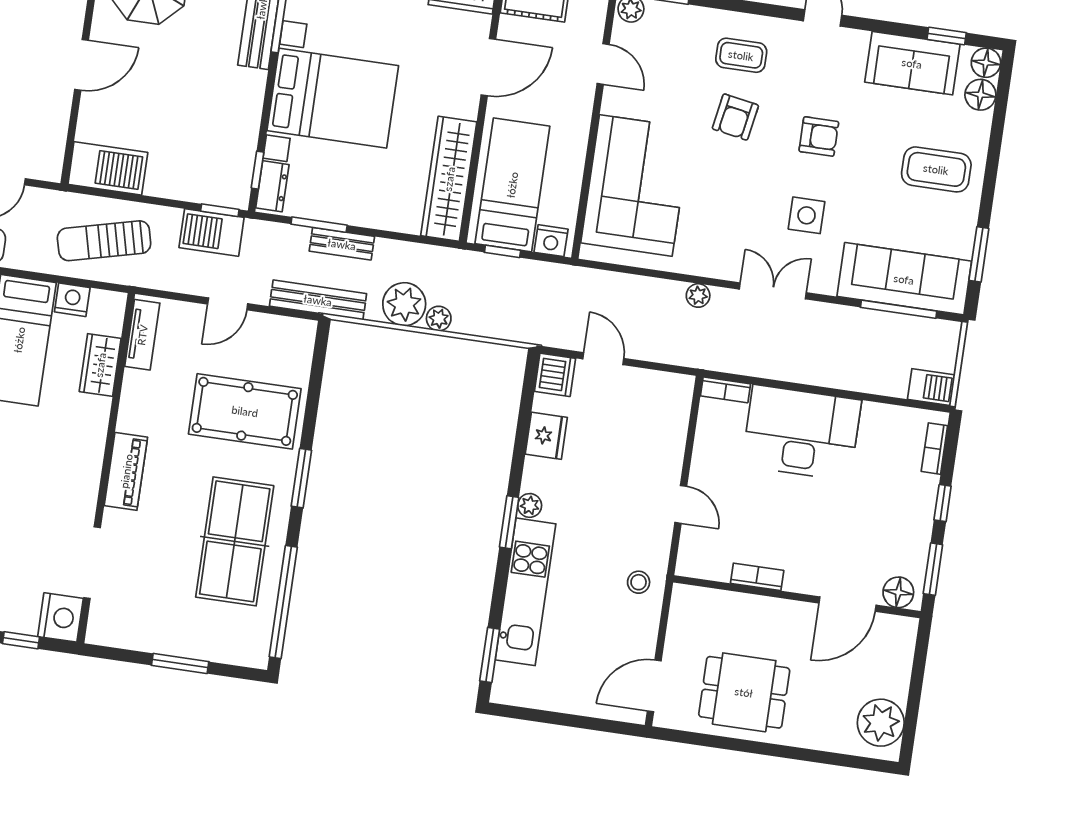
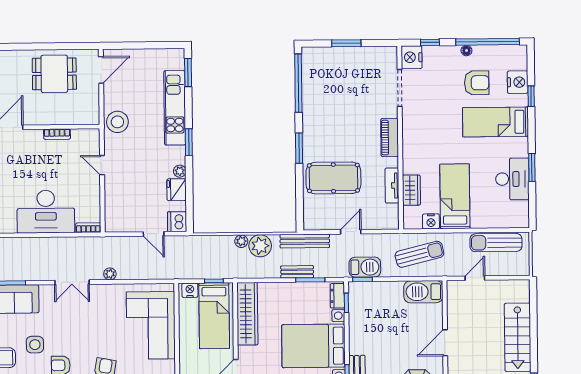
side table: (807, 215) -> (35, 345), moved
tv unit: (142, 335) -> (392, 186), moved
plant: (530, 505) -> (180, 171), moved
table tennis table: (235, 541) -> (328, 110), removed
stool: (639, 582) -> (117, 122), width x1.89, depth x1.89

